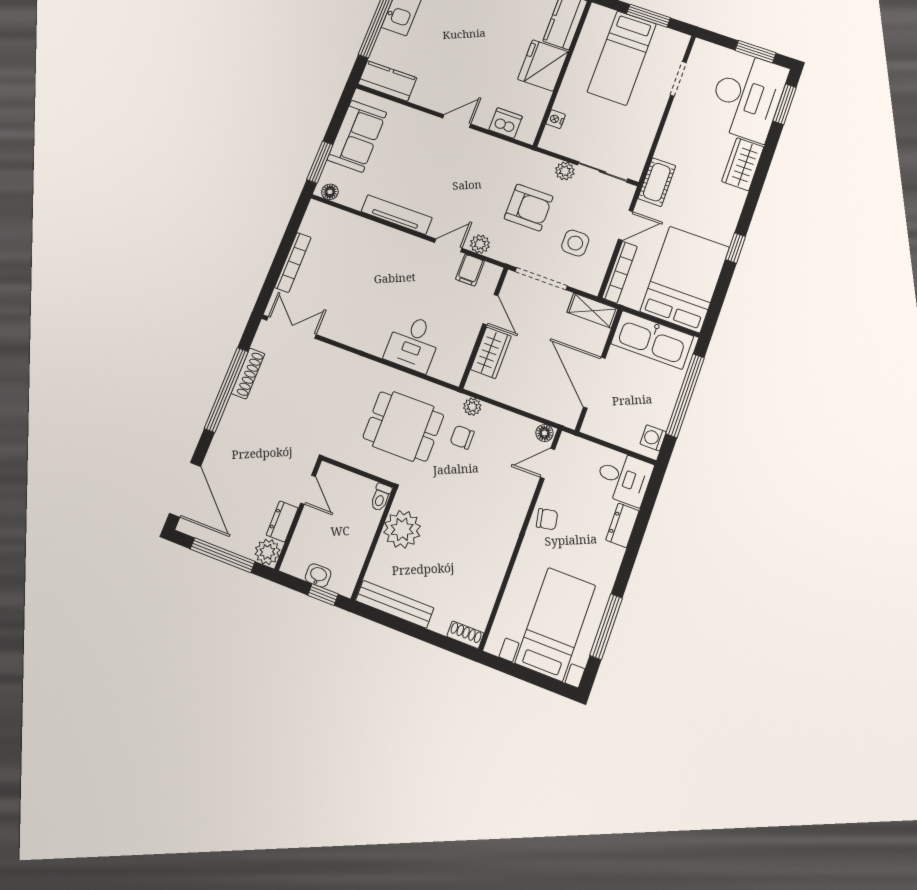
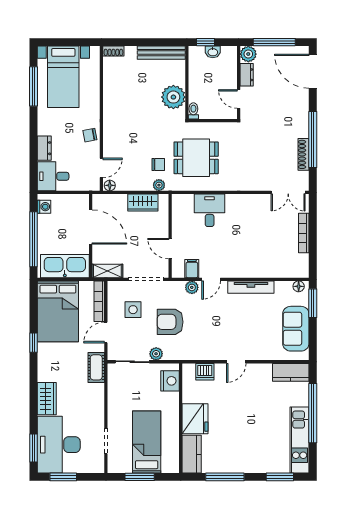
nightstand: (556, 119) -> (170, 381), width x1.89, depth x1.79
wardrobe: (491, 353) -> (143, 203), moved, turned -90

